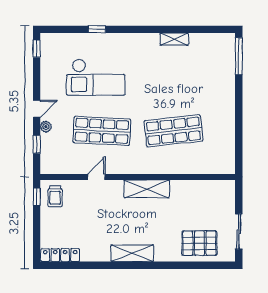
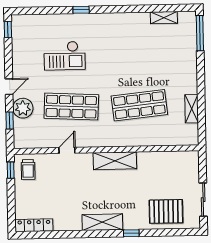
window: (97, 29) -> (81, 10), moved
shelving: (174, 39) -> (164, 18), moved
checkout: (96, 77) -> (65, 56), width x0.73, depth x0.83
plant: (46, 127) -> (23, 108), width x1.88, depth x1.88
shelving: (228, 136) -> (192, 109), added
window: (162, 265) -> (131, 233), added

